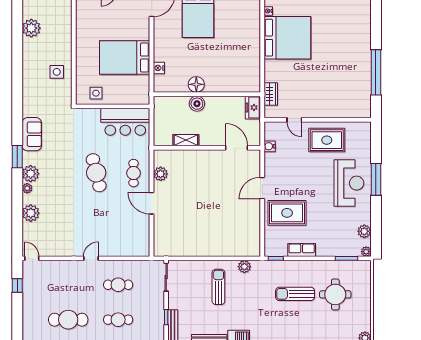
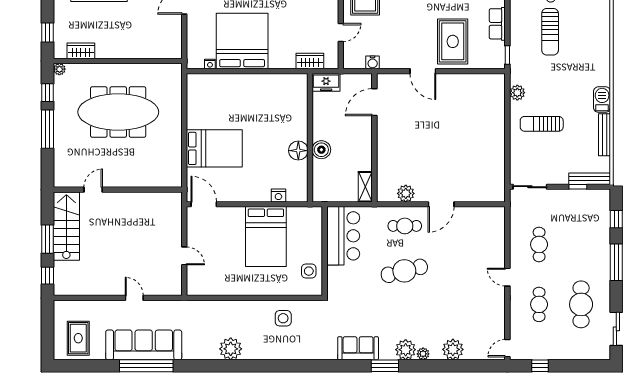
shelving: (186, 140) -> (365, 187), moved
cafe table: (118, 320) -> (539, 304), moved

